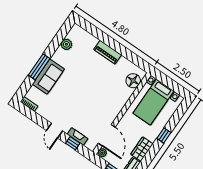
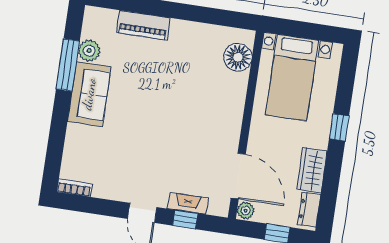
piano: (108, 52) -> (143, 25), moved
window: (39, 67) -> (68, 65), moved
sofa: (48, 77) -> (89, 94), moved

